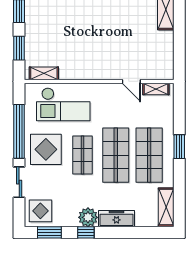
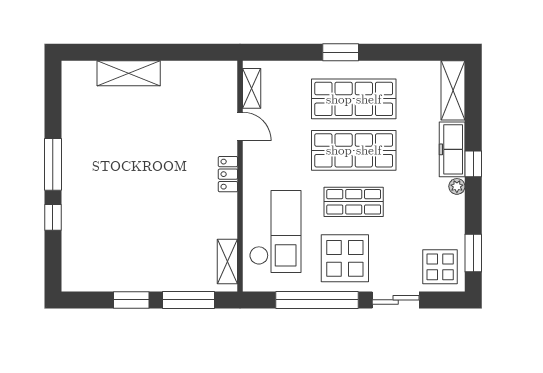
window: (19, 48) -> (189, 300), width x1.44
locker: (100, 74) -> (228, 174), added
door: (131, 81) -> (240, 126), hinge flipped
shelving: (166, 207) -> (453, 90), moved, turned 90
plant: (88, 217) -> (457, 186), width x0.53, depth x0.53
window: (86, 232) -> (473, 164), moved

